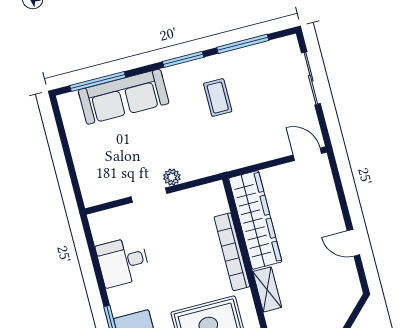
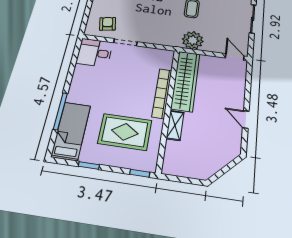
armchair: (110, 176) -> (108, 24), added
plant: (172, 177) -> (193, 40), moved, width x1.88, depth x1.88
desk: (123, 262) -> (95, 53), moved

